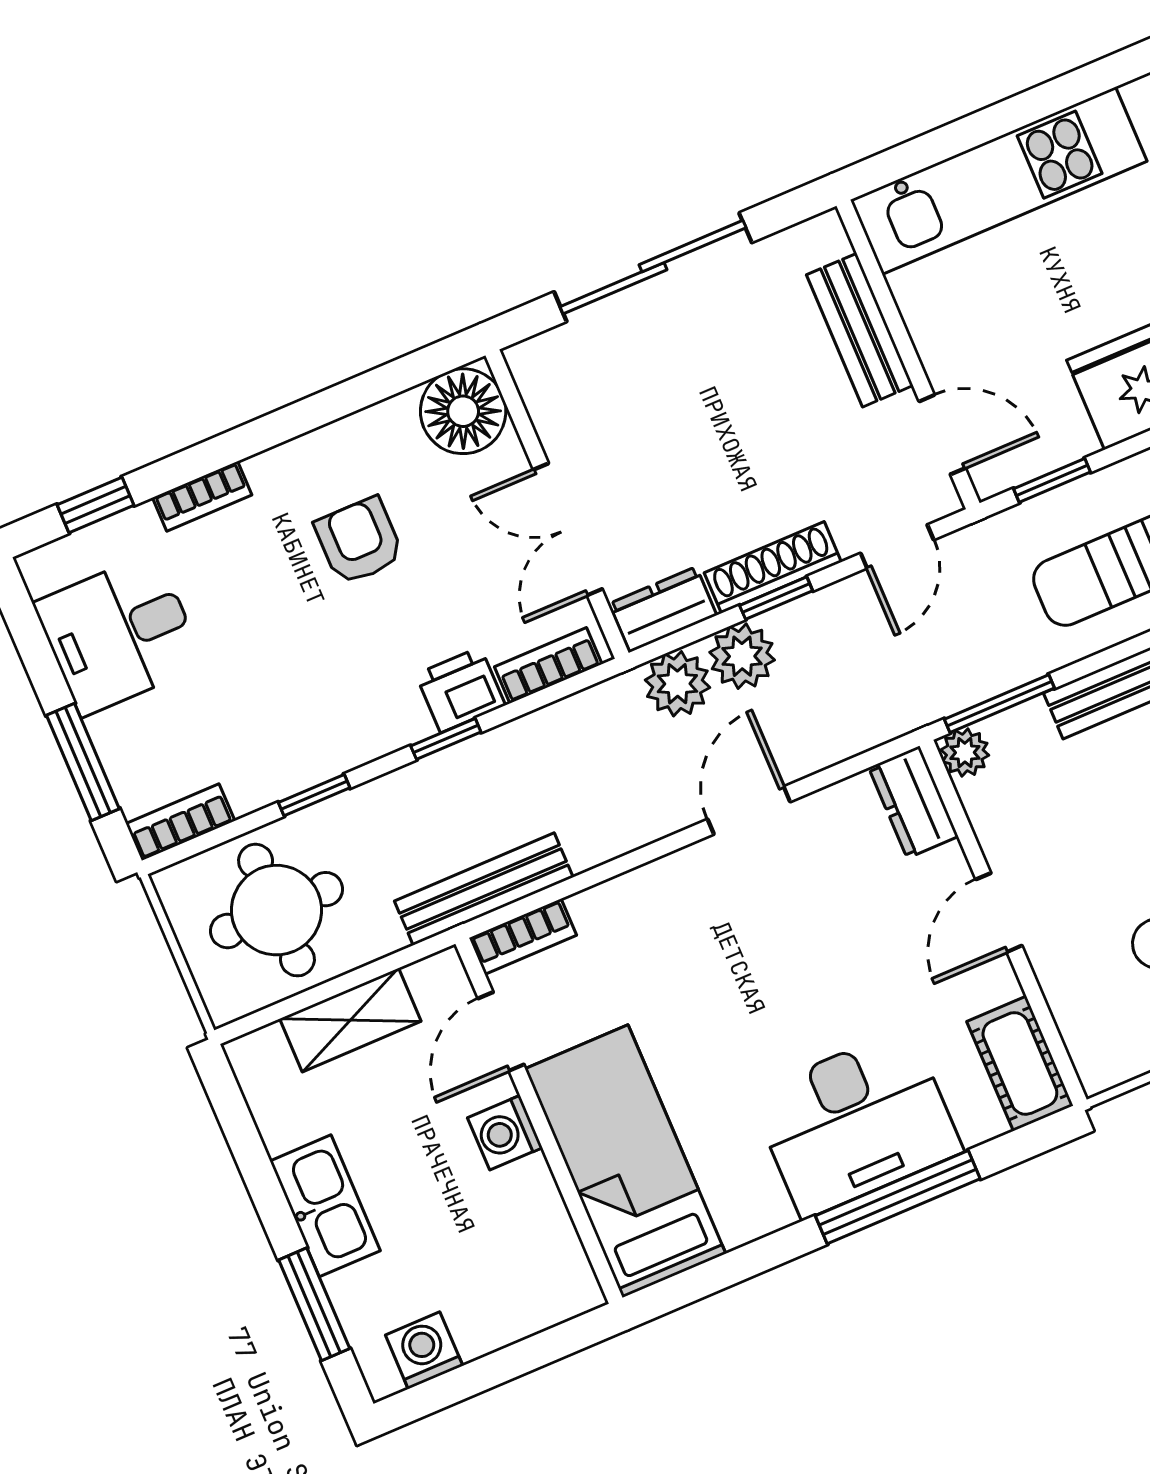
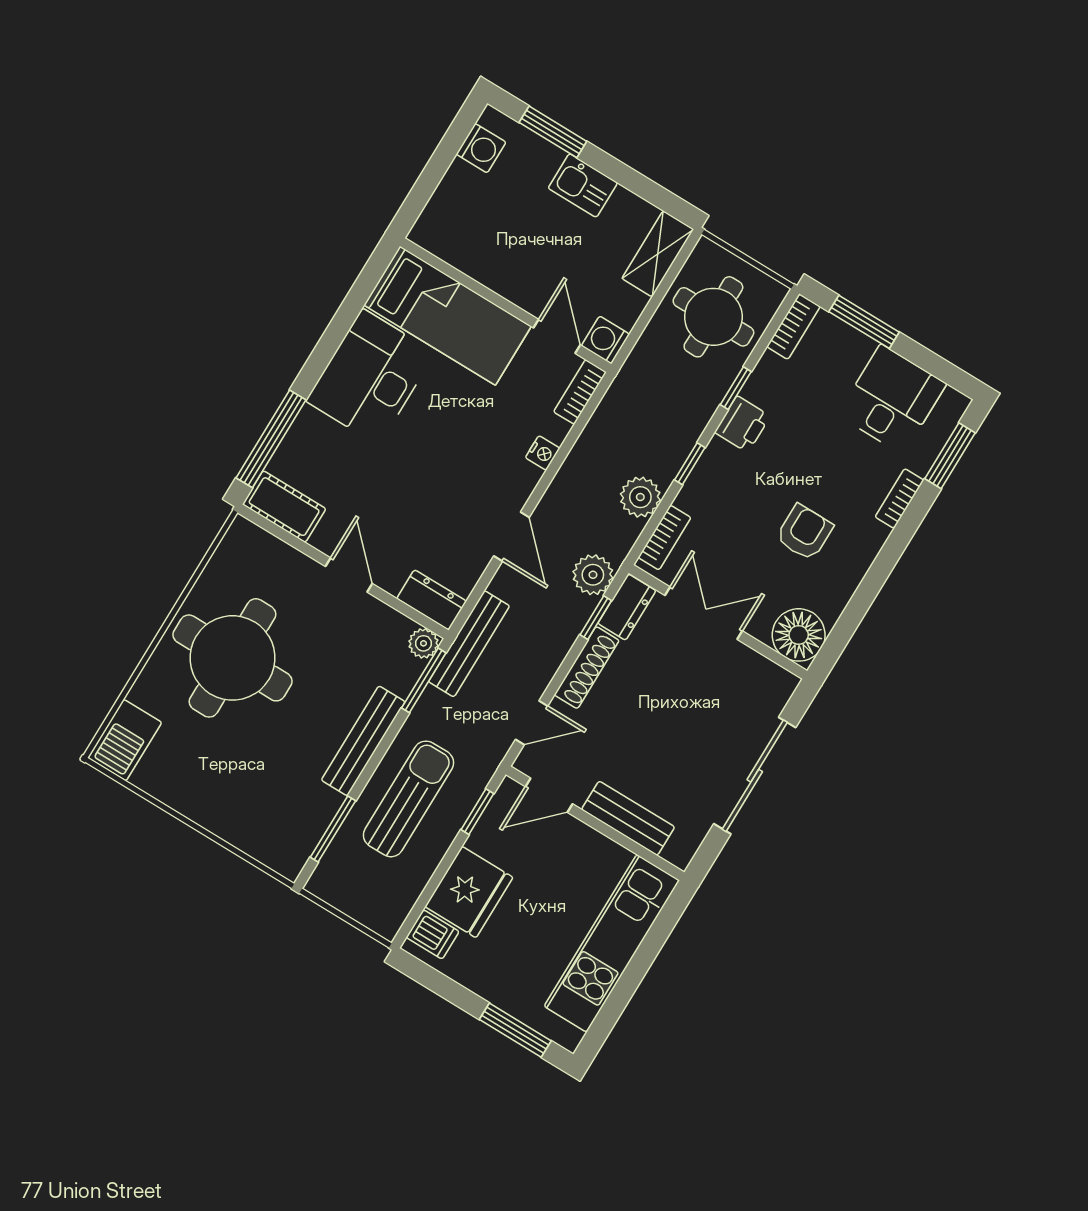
window: (95, 505) -> (950, 456), width x1.50
armchair: (359, 541) -> (804, 532), turned -90
door: (897, 546) -> (532, 723), swing flipped
window: (776, 598) -> (596, 618), moved
plant: (742, 656) -> (640, 497), moved
printer: (460, 690) -> (742, 424), moved
bench: (484, 889) -> (469, 644), moved
nightstand: (629, 891) -> (543, 453), added
shelving: (350, 1020) -> (658, 254), moved
desk: (856, 1123) -> (370, 377), moved
washing machine: (505, 1133) -> (605, 340), moved, turned -90
window: (898, 1197) -> (271, 439), moved
kitchen sink: (325, 1206) -> (583, 185), width x0.73

